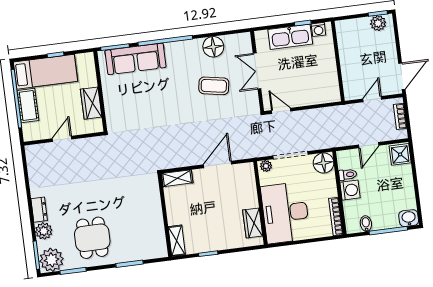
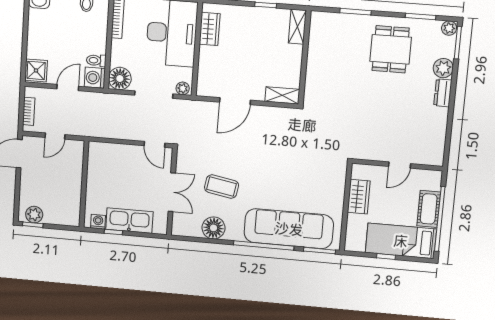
sofa: (135, 59) -> (289, 229), width x1.36, depth x1.27
washing machine: (350, 190) -> (95, 78), moved
plant: (52, 260) -> (449, 28), width x0.53, depth x0.53

